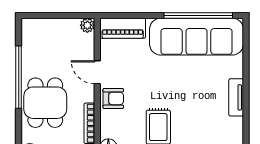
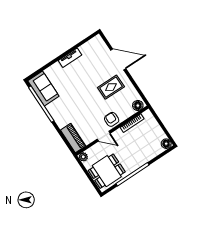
sofa: (197, 37) -> (43, 89), width x0.54, depth x0.79
door: (97, 72) -> (104, 136), hinge flipped
dining table: (45, 103) -> (107, 171), moved

